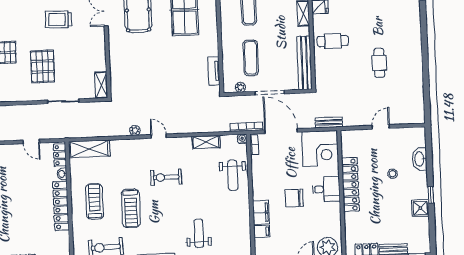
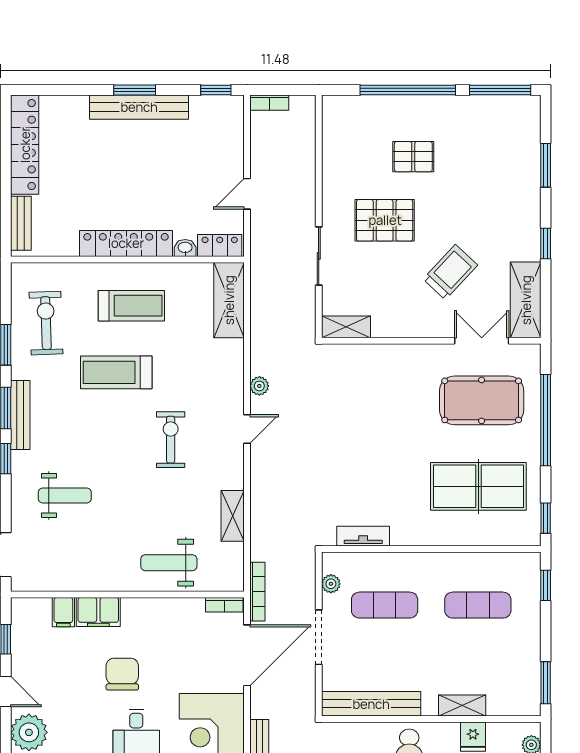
trolley: (59, 19) -> (450, 272), moved, turned 41
water cooler: (242, 139) -> (235, 583), removed

